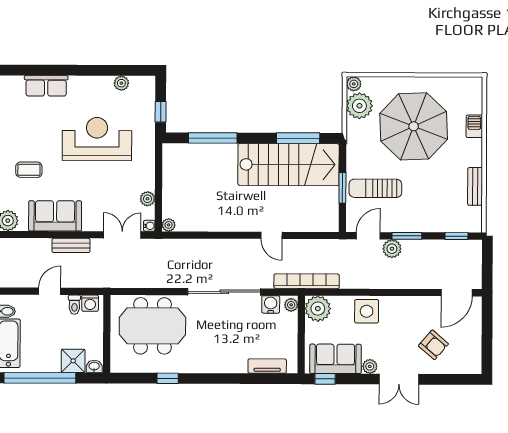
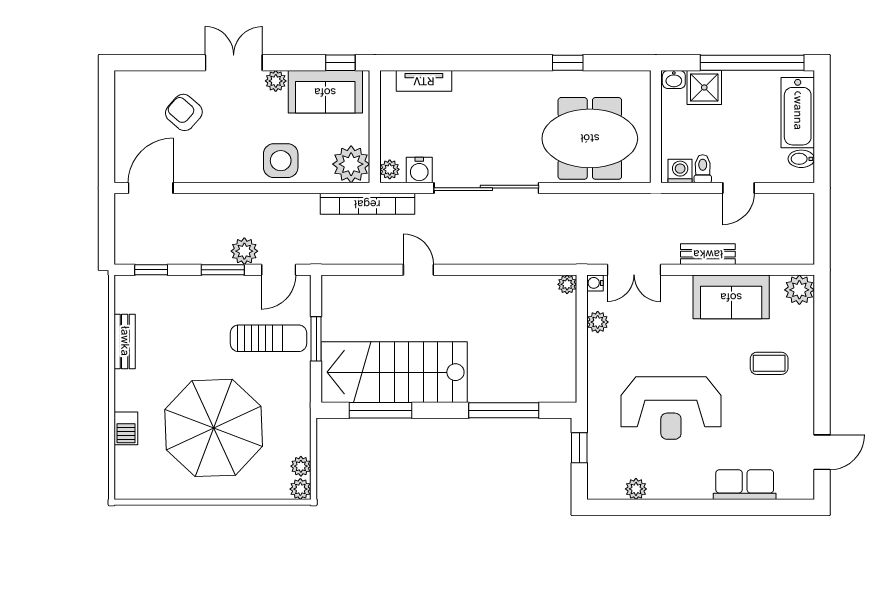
plant: (359, 106) -> (301, 466), width x0.53, depth x0.53

